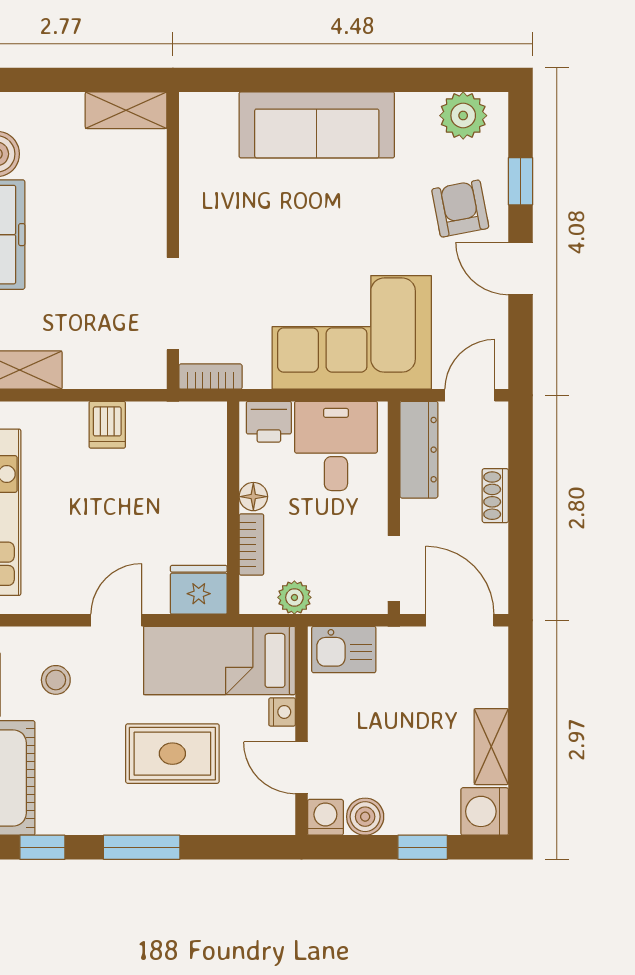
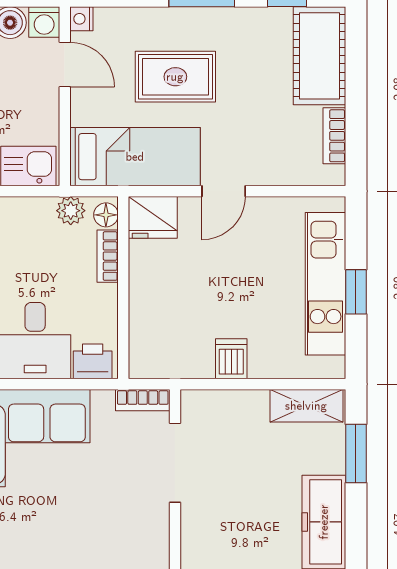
floor lamp: (253, 497) -> (106, 215), moved
stool: (56, 680) -> (275, 140), removed
nightstand: (282, 712) -> (81, 19), moved

